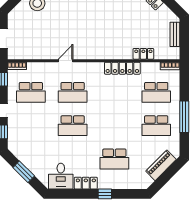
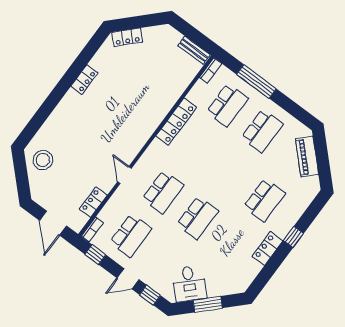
bench: (175, 34) -> (194, 50), moved
locker: (143, 54) -> (93, 202), moved
window: (184, 117) -> (256, 81), moved
desk: (61, 176) -> (189, 284), moved, turned 45

